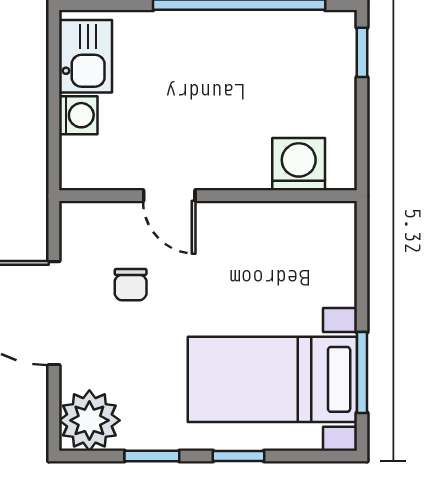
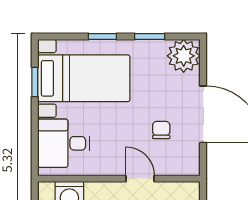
desk: (309, 260) -> (64, 143), added
window: (362, 373) -> (35, 82), width x0.67

